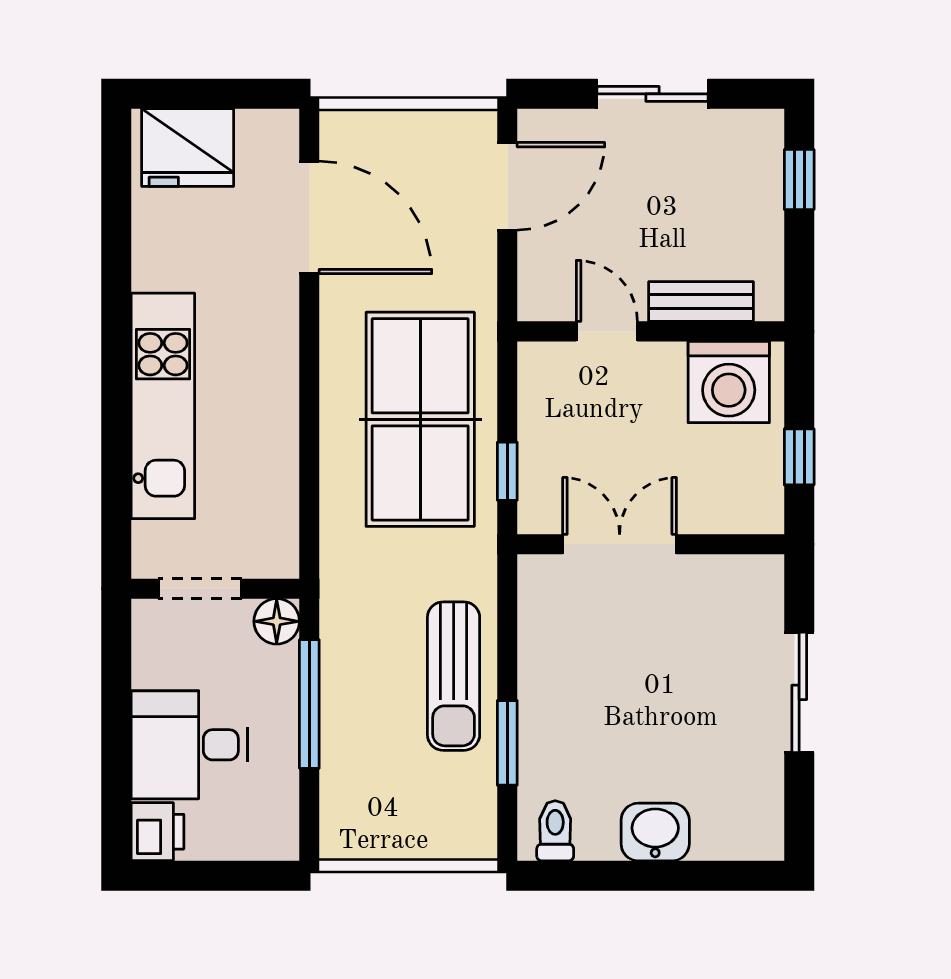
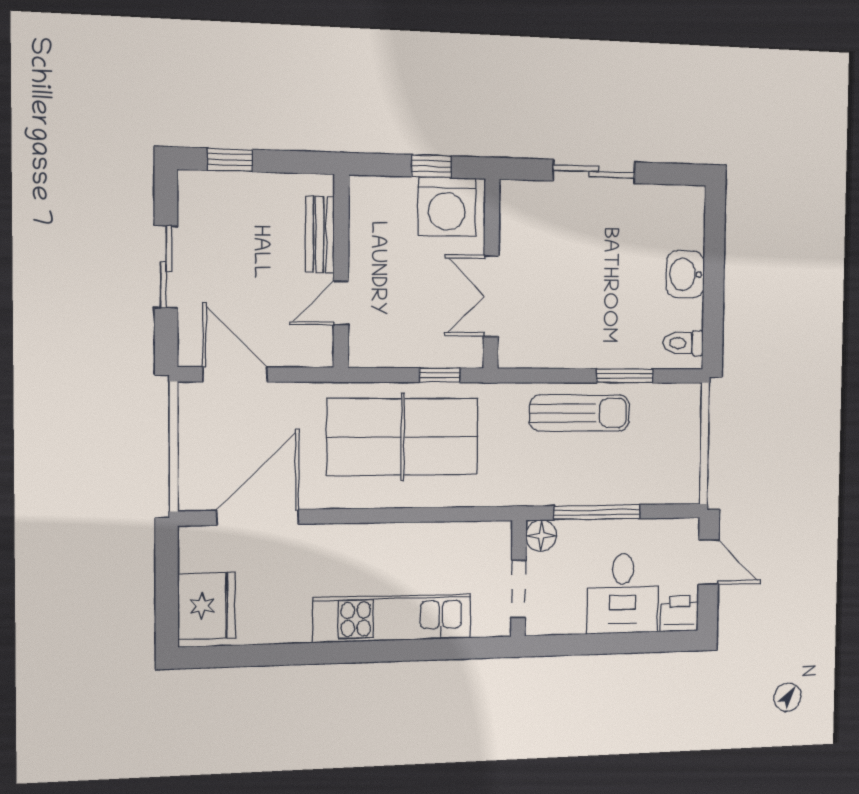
washing machine: (729, 382) -> (447, 207), moved, turned 90
door: (232, 876) -> (709, 562), added

